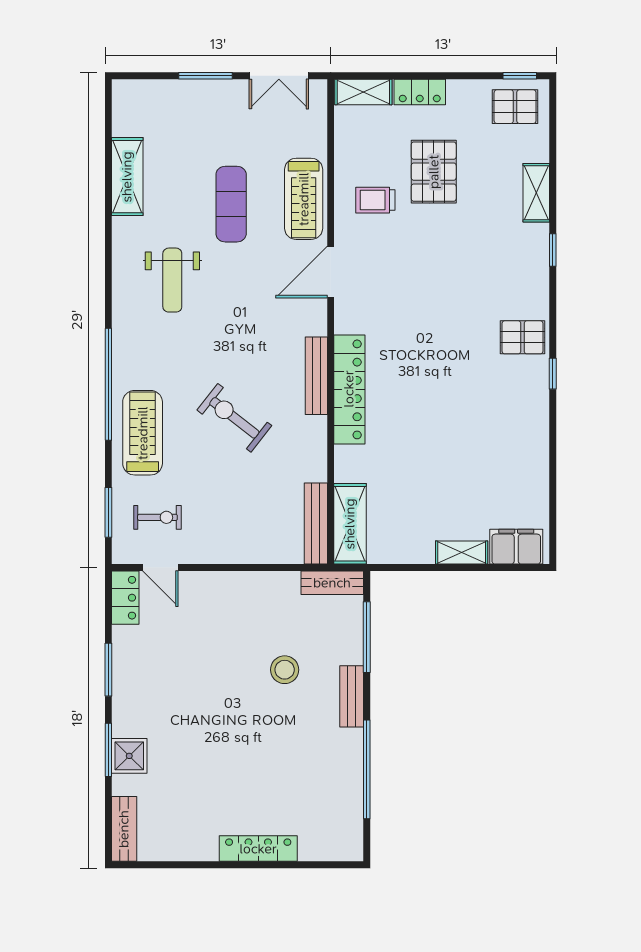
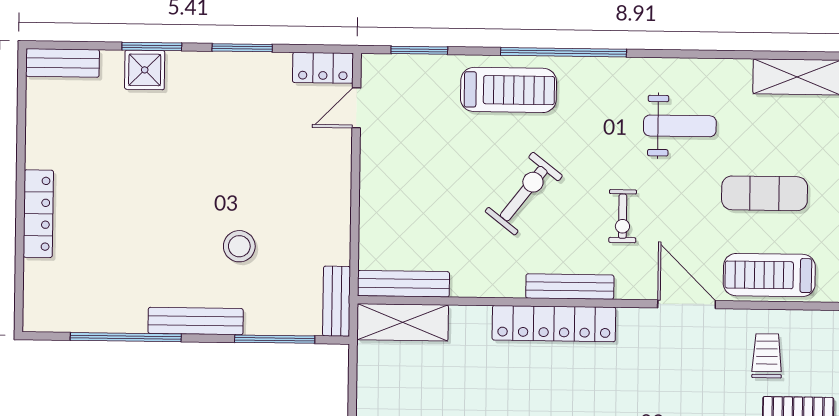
weight bench: (172, 280) -> (680, 126), turned 180
exercise bike: (157, 517) -> (623, 216), moved
bench: (352, 696) -> (196, 321), width x1.36

